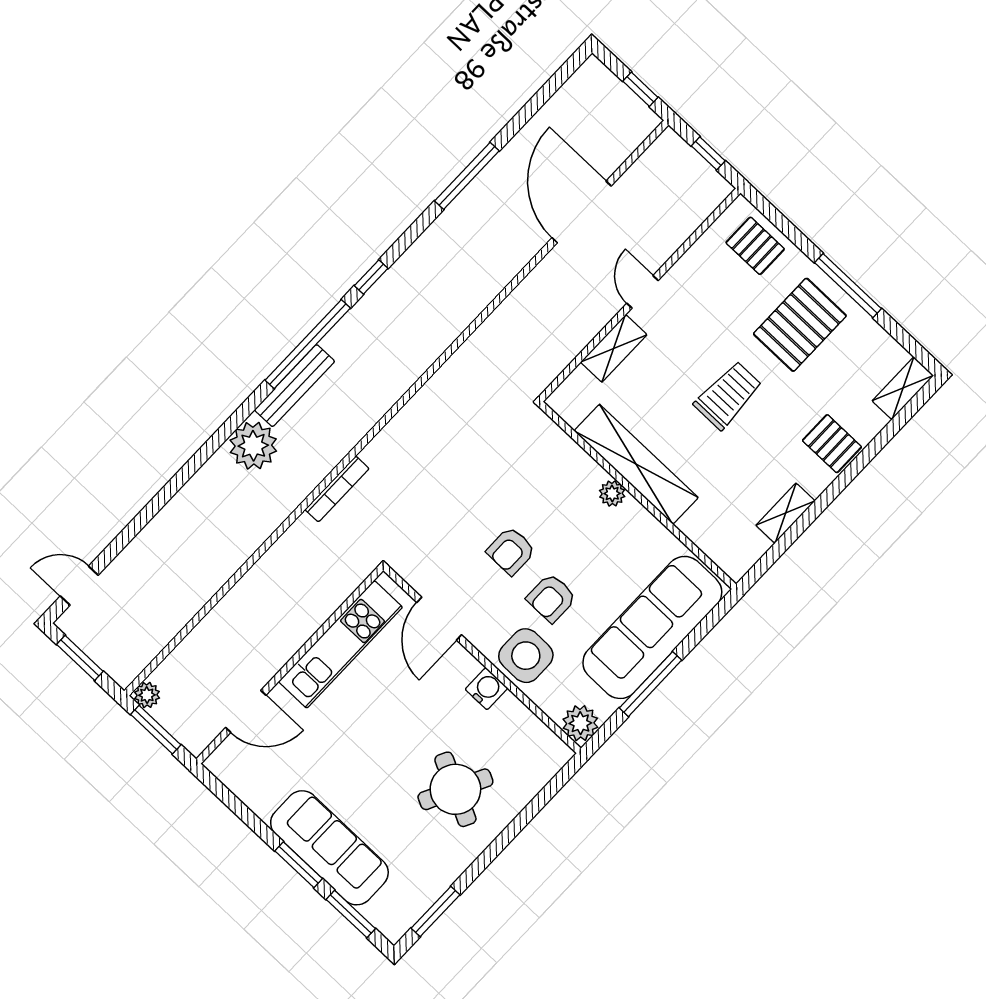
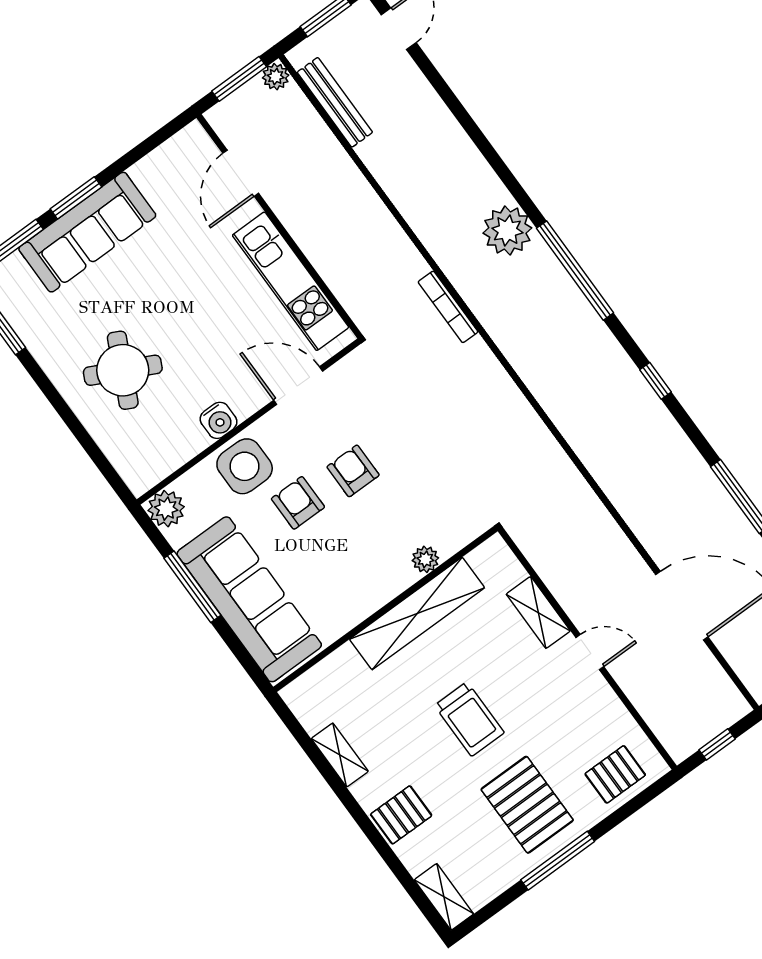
window: (308, 344) -> (575, 271), moved
bench: (295, 386) -> (335, 102), moved
plant: (612, 494) -> (425, 559), moved

